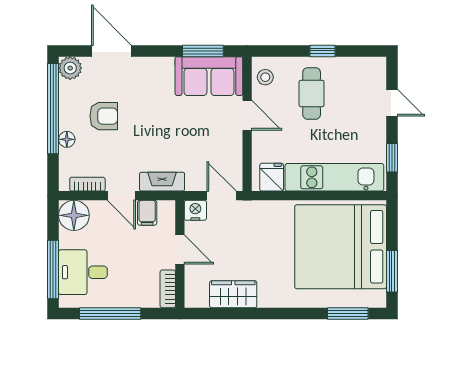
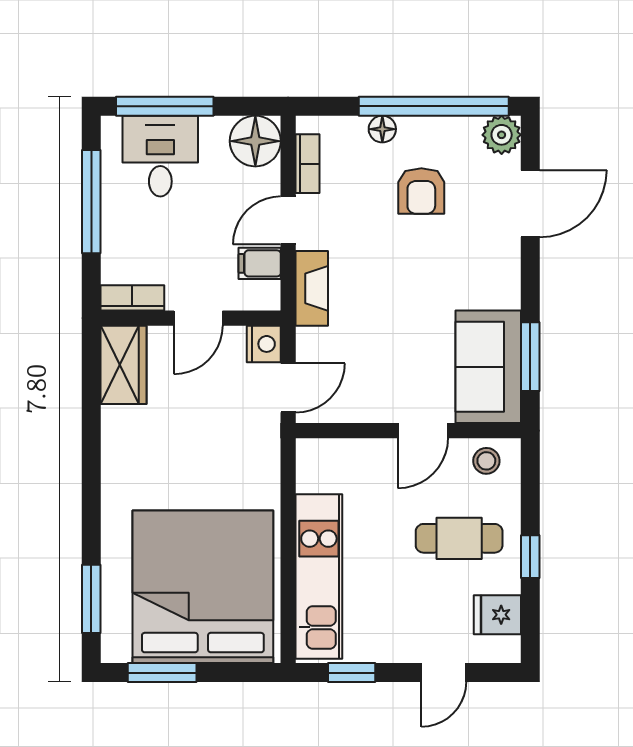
fridge: (272, 177) -> (497, 615), moved, turned 180
wardrobe: (233, 294) -> (123, 365), moved

